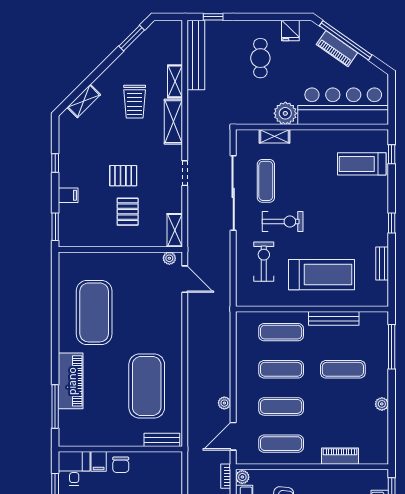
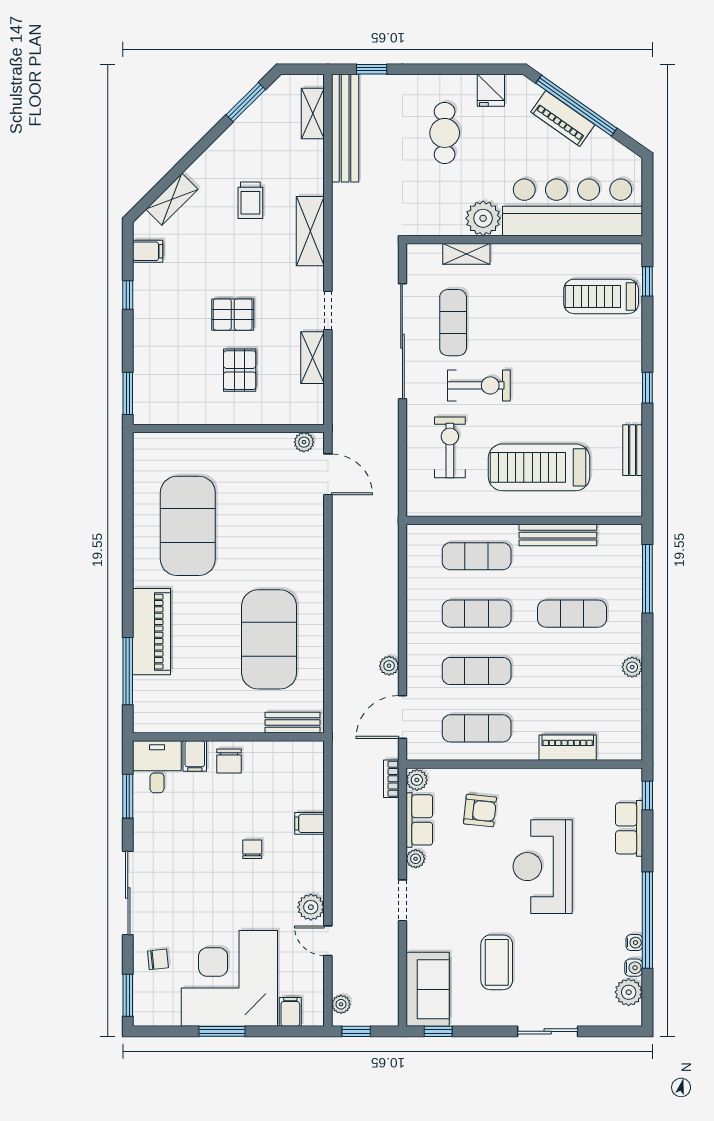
shelving: (175, 81) -> (313, 114), moved
trolley: (135, 102) -> (250, 200), width x0.73, depth x0.72
filing cabinet: (68, 195) -> (148, 251), moved
shelving: (175, 230) -> (312, 358), moved
treadmill: (321, 275) -> (539, 467), turned 180

